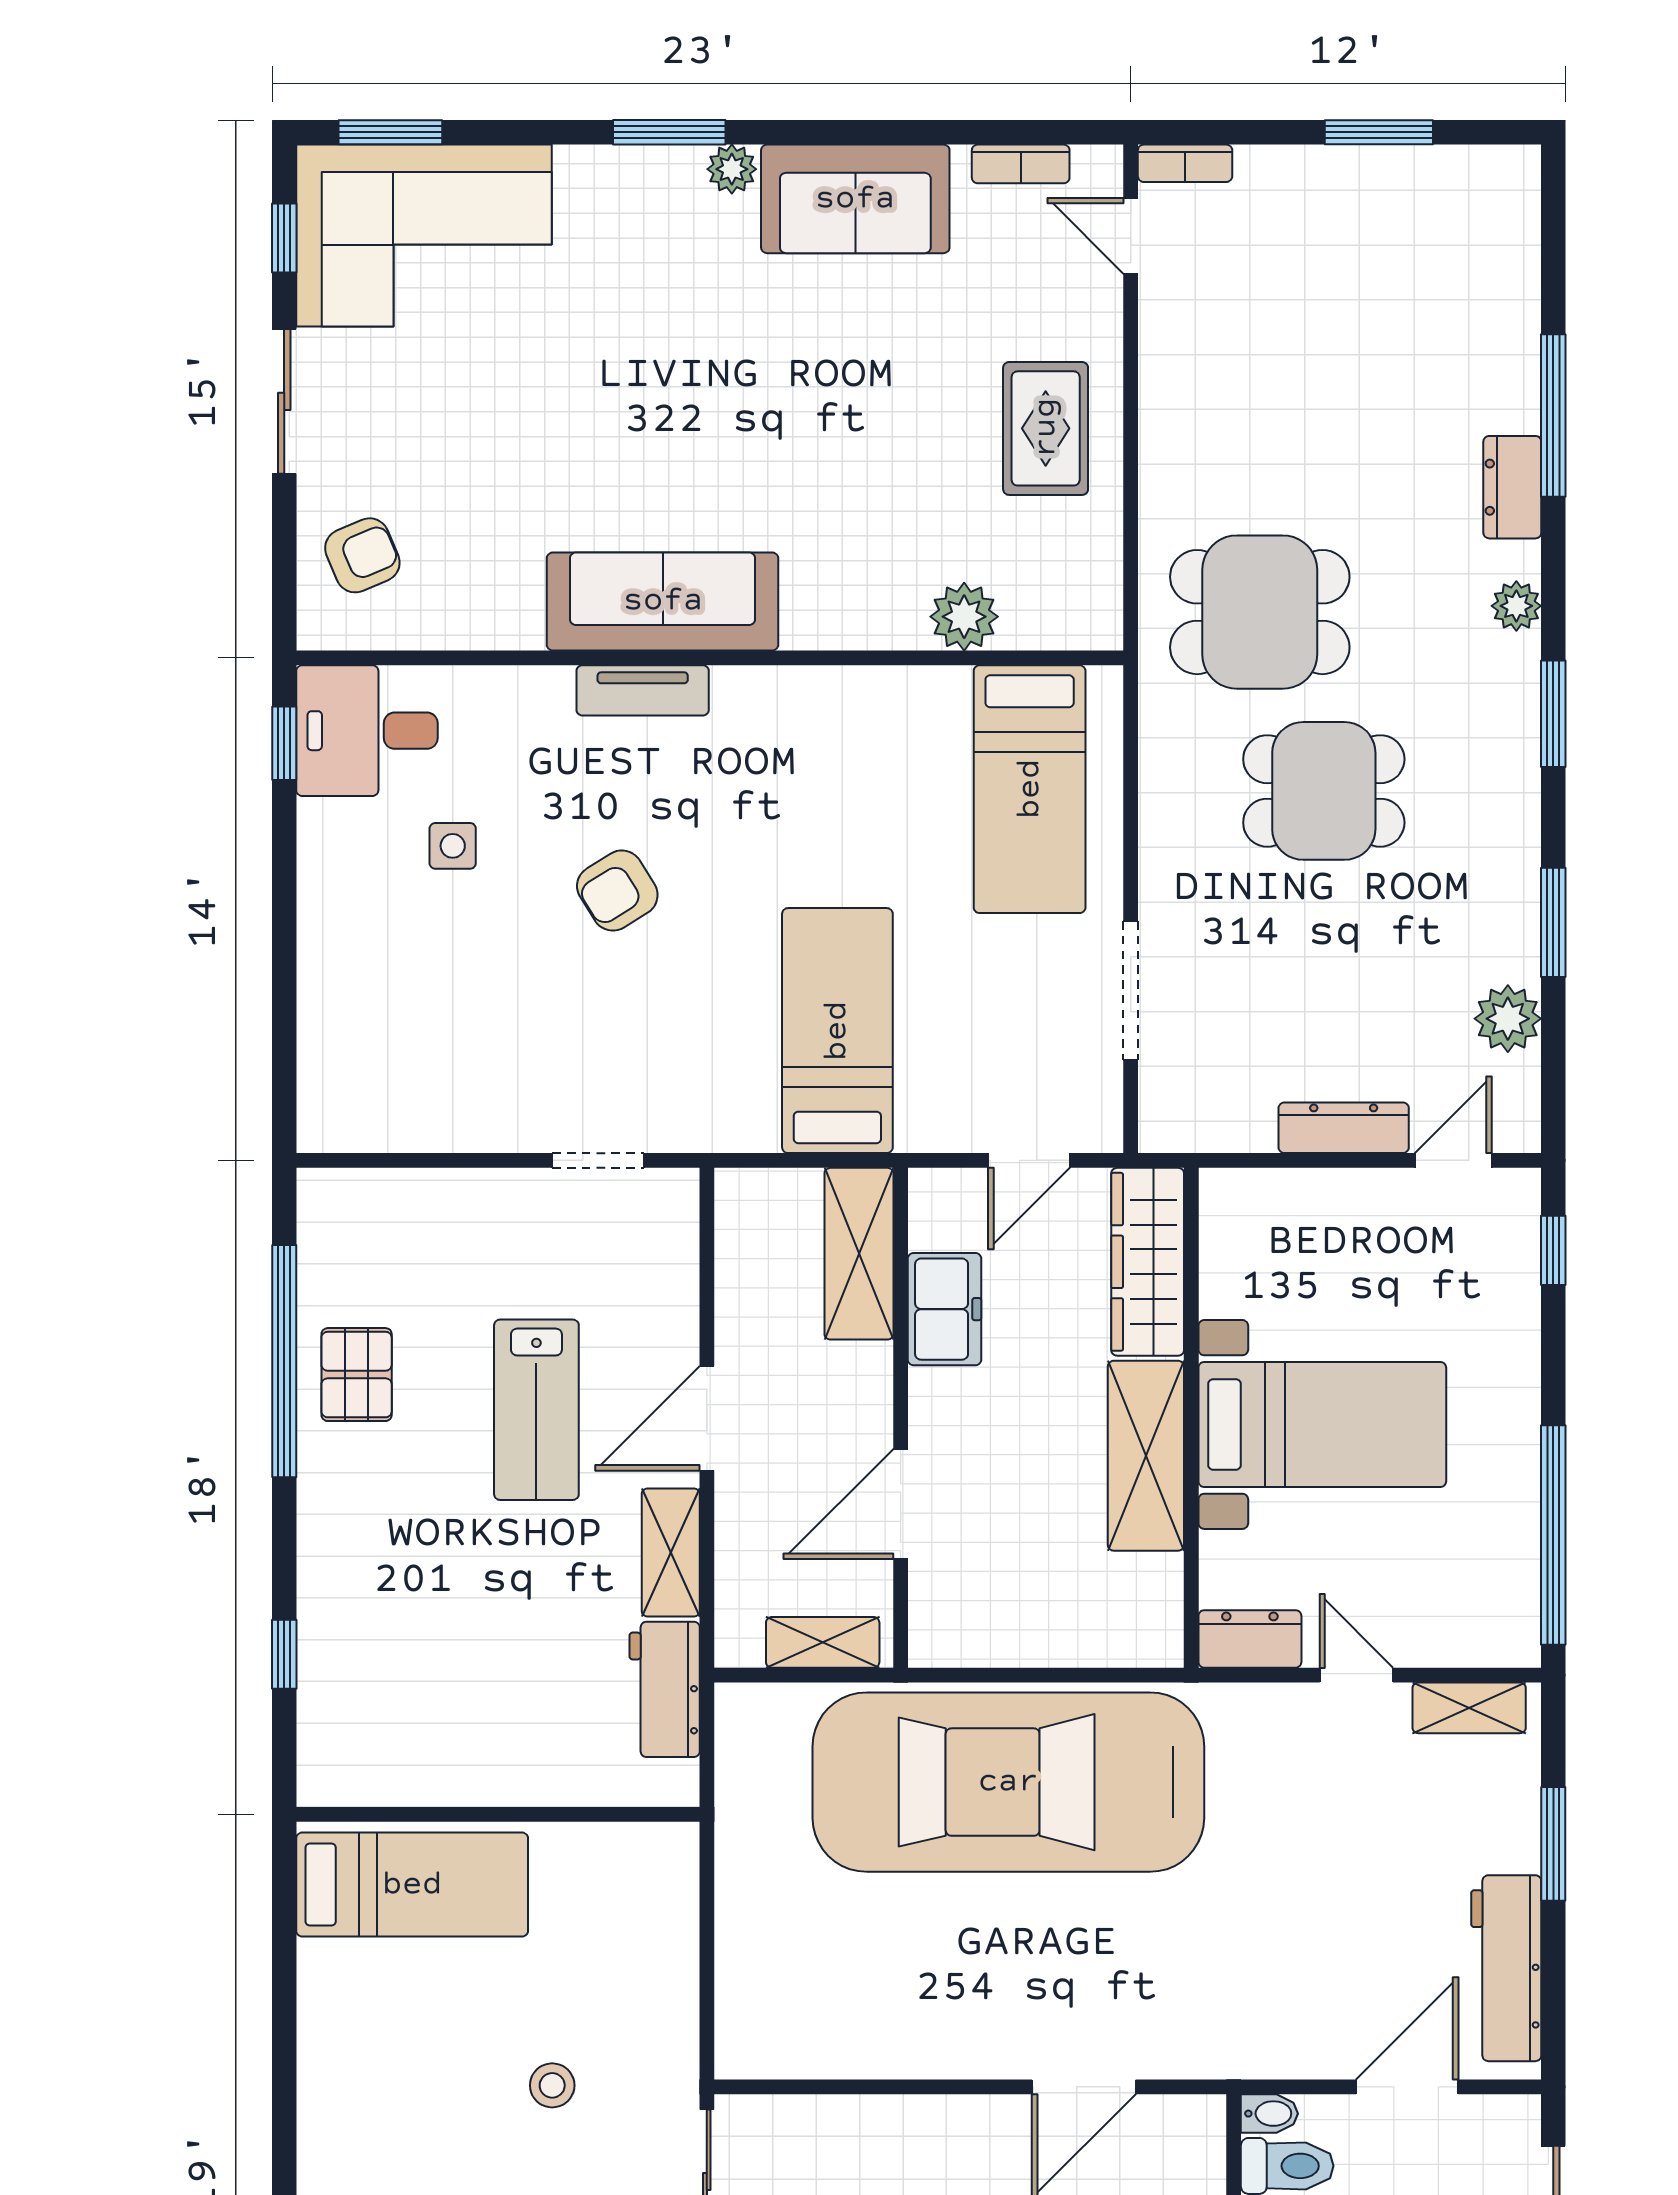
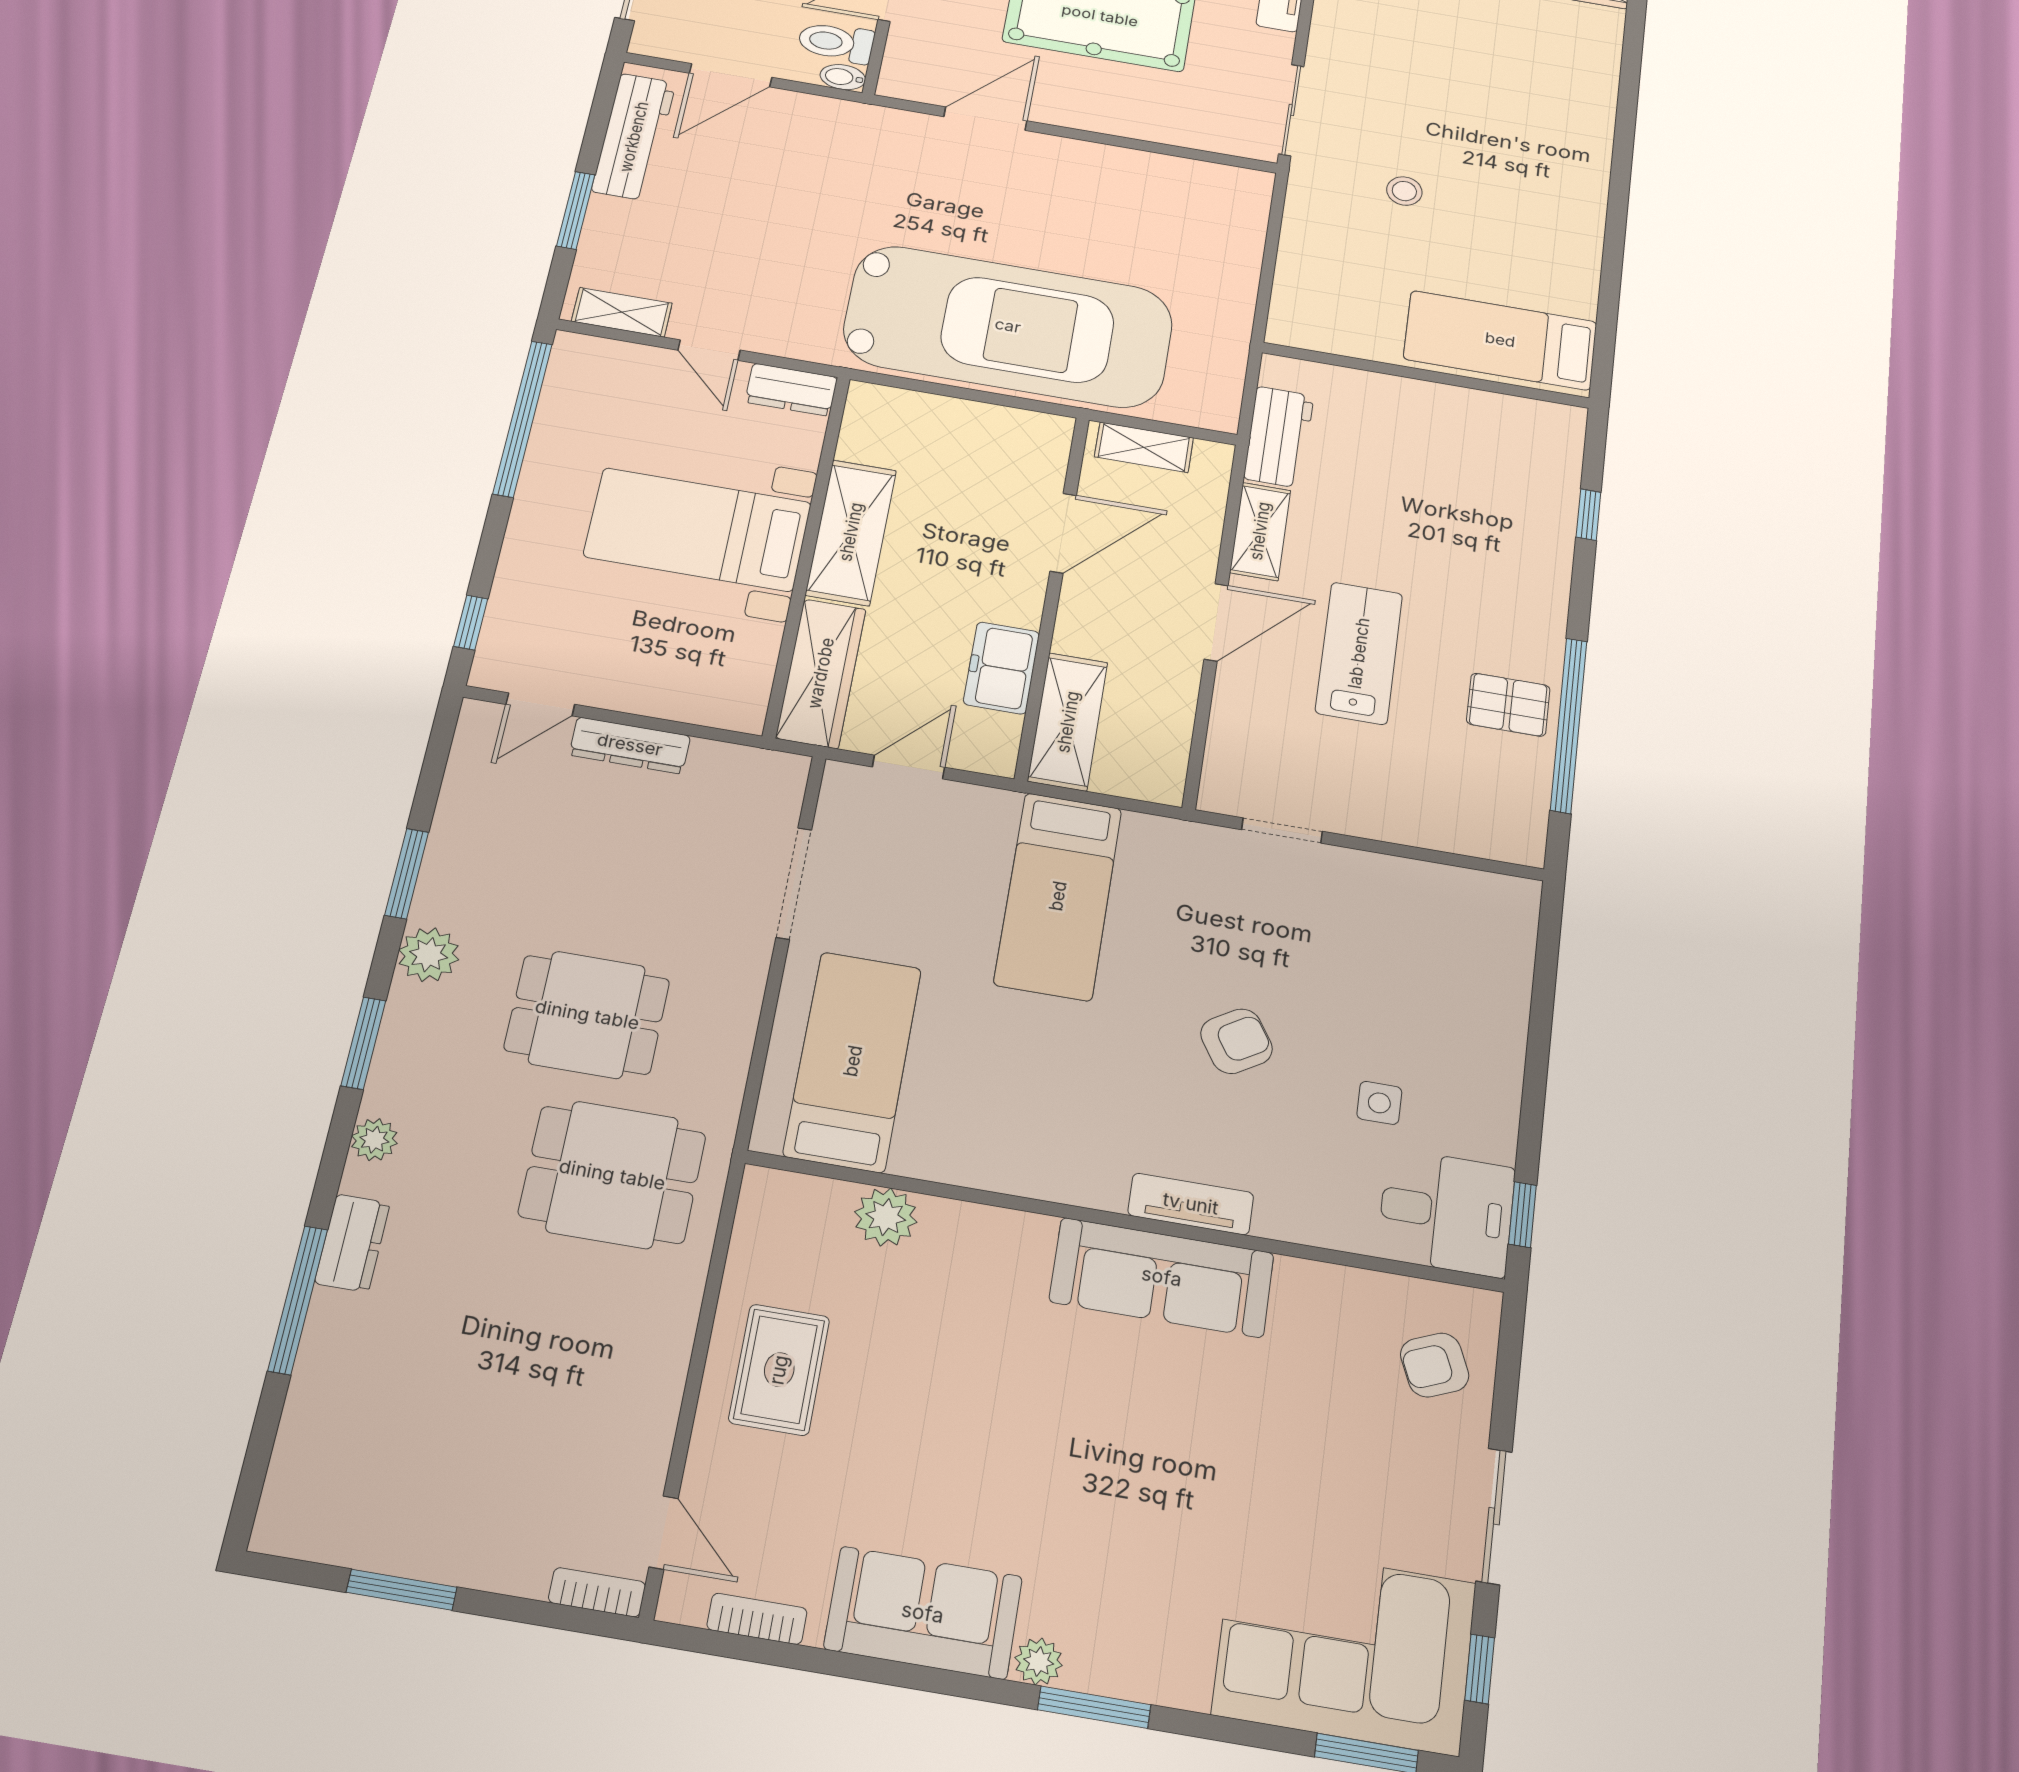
plant: (1508, 1019) -> (429, 955), moved
pallet: (357, 1375) -> (1508, 705), turned 90

